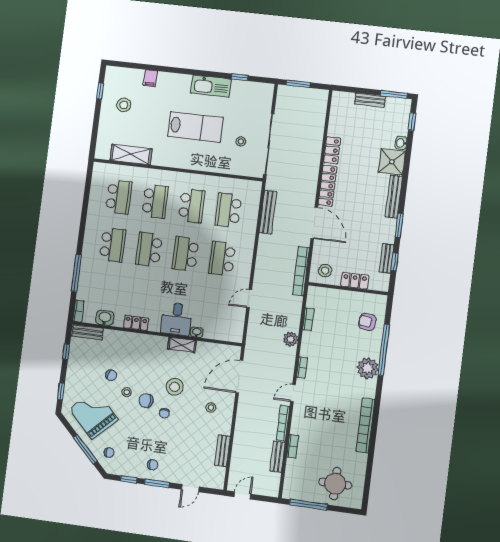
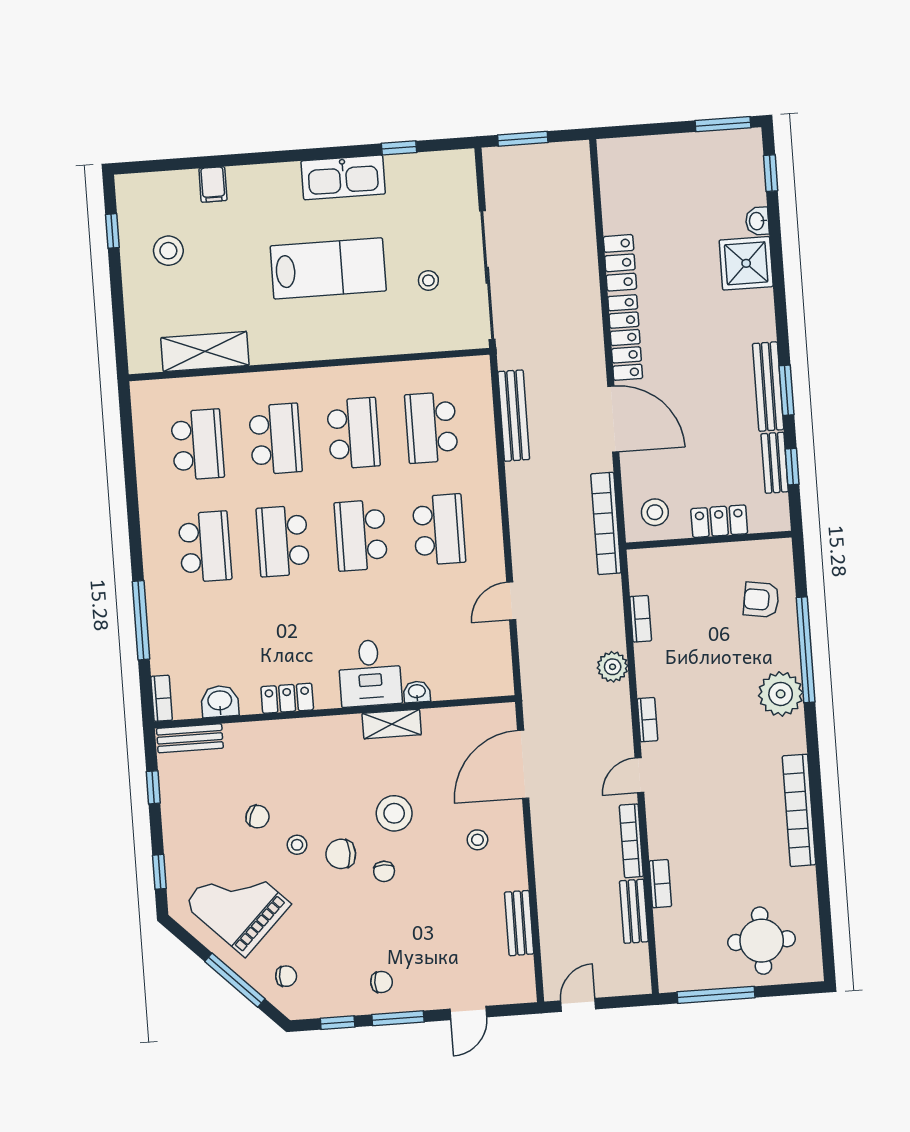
bench: (370, 100) -> (677, 145), removed
bench: (394, 197) -> (768, 387), moved
school desk: (222, 258) -> (439, 530), turned 180

